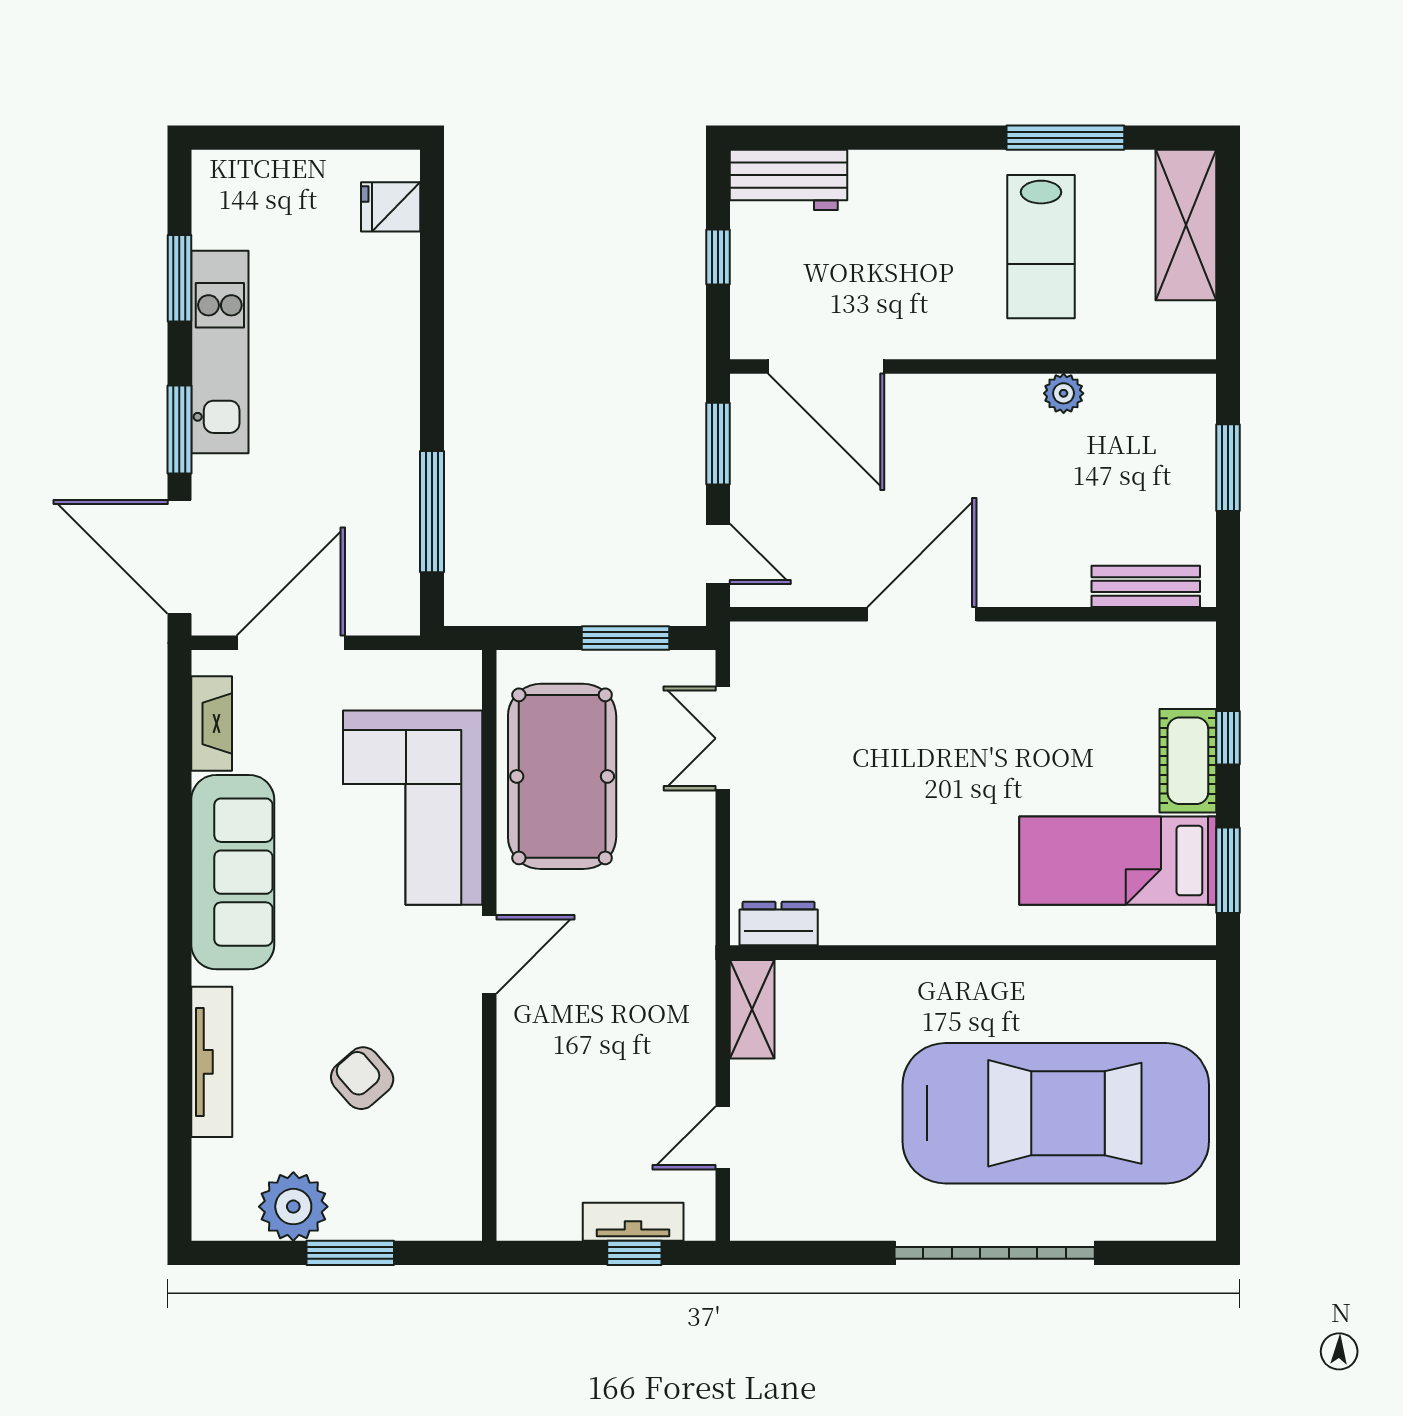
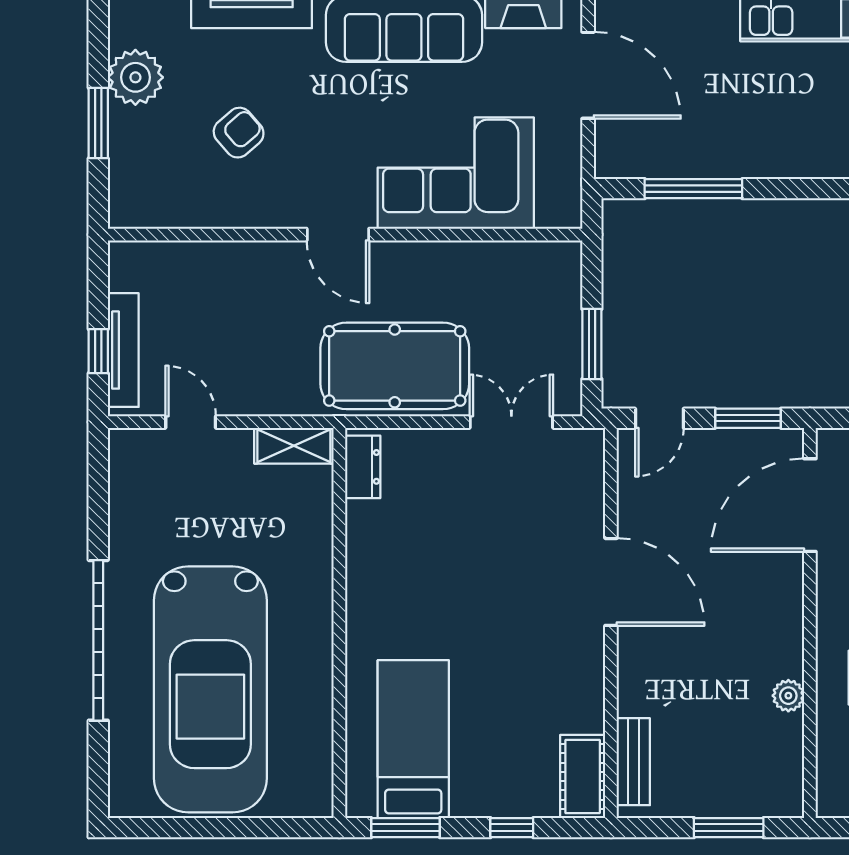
cot: (1188, 761) -> (583, 777), moved, turned 90
pool table: (562, 776) -> (395, 366), moved
tv unit: (633, 1222) -> (123, 350), width x1.41

